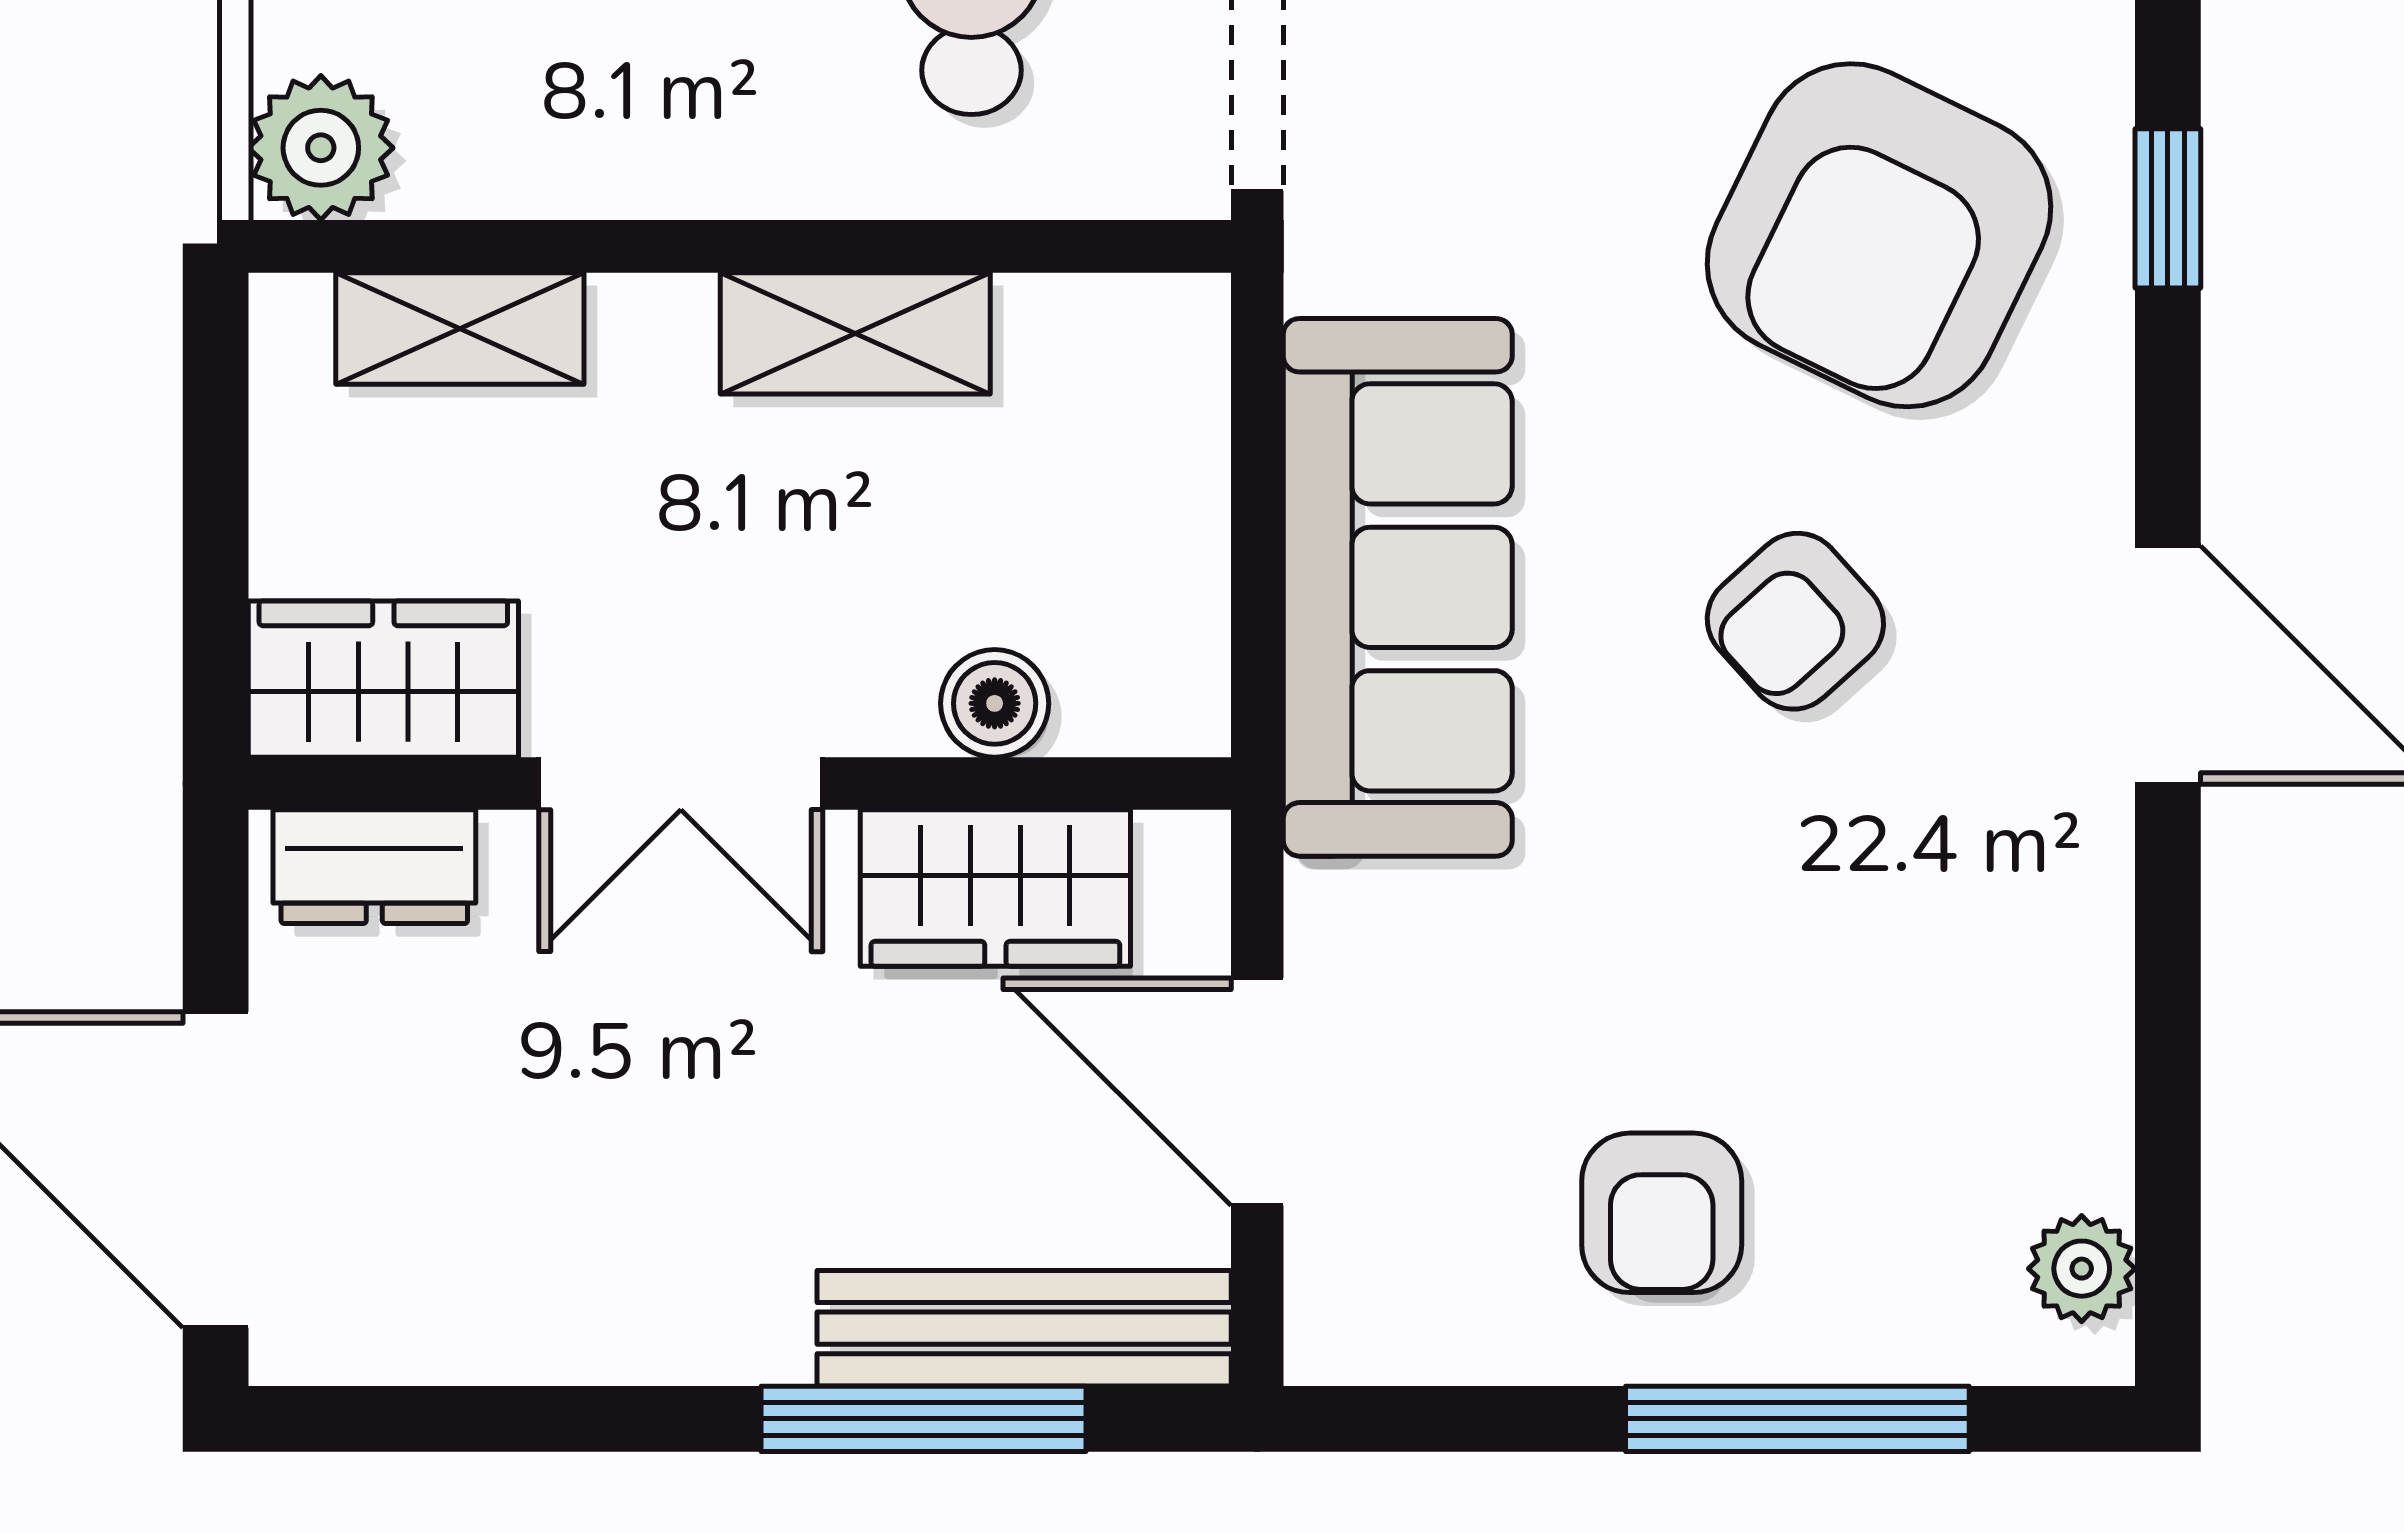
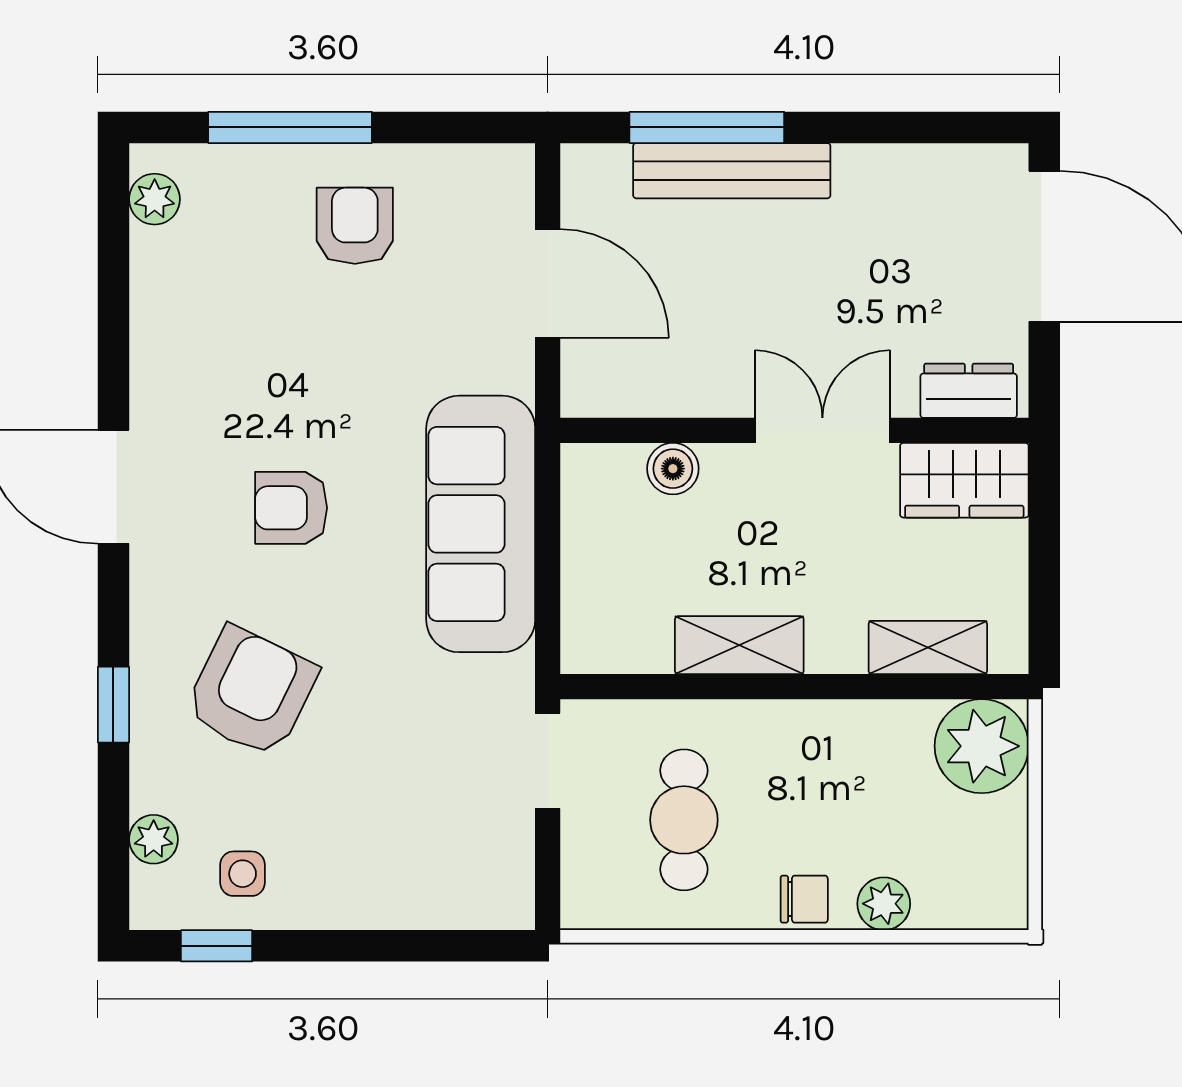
plant: (321, 148) -> (982, 746), width x1.36, depth x1.36
armchair: (1879, 235) -> (251, 692), width x0.73, depth x0.73
armchair: (1795, 621) -> (291, 508), turned -138
wardrobe: (995, 888) -> (672, 381), removed
bench: (1024, 1328) -> (732, 171), moved

